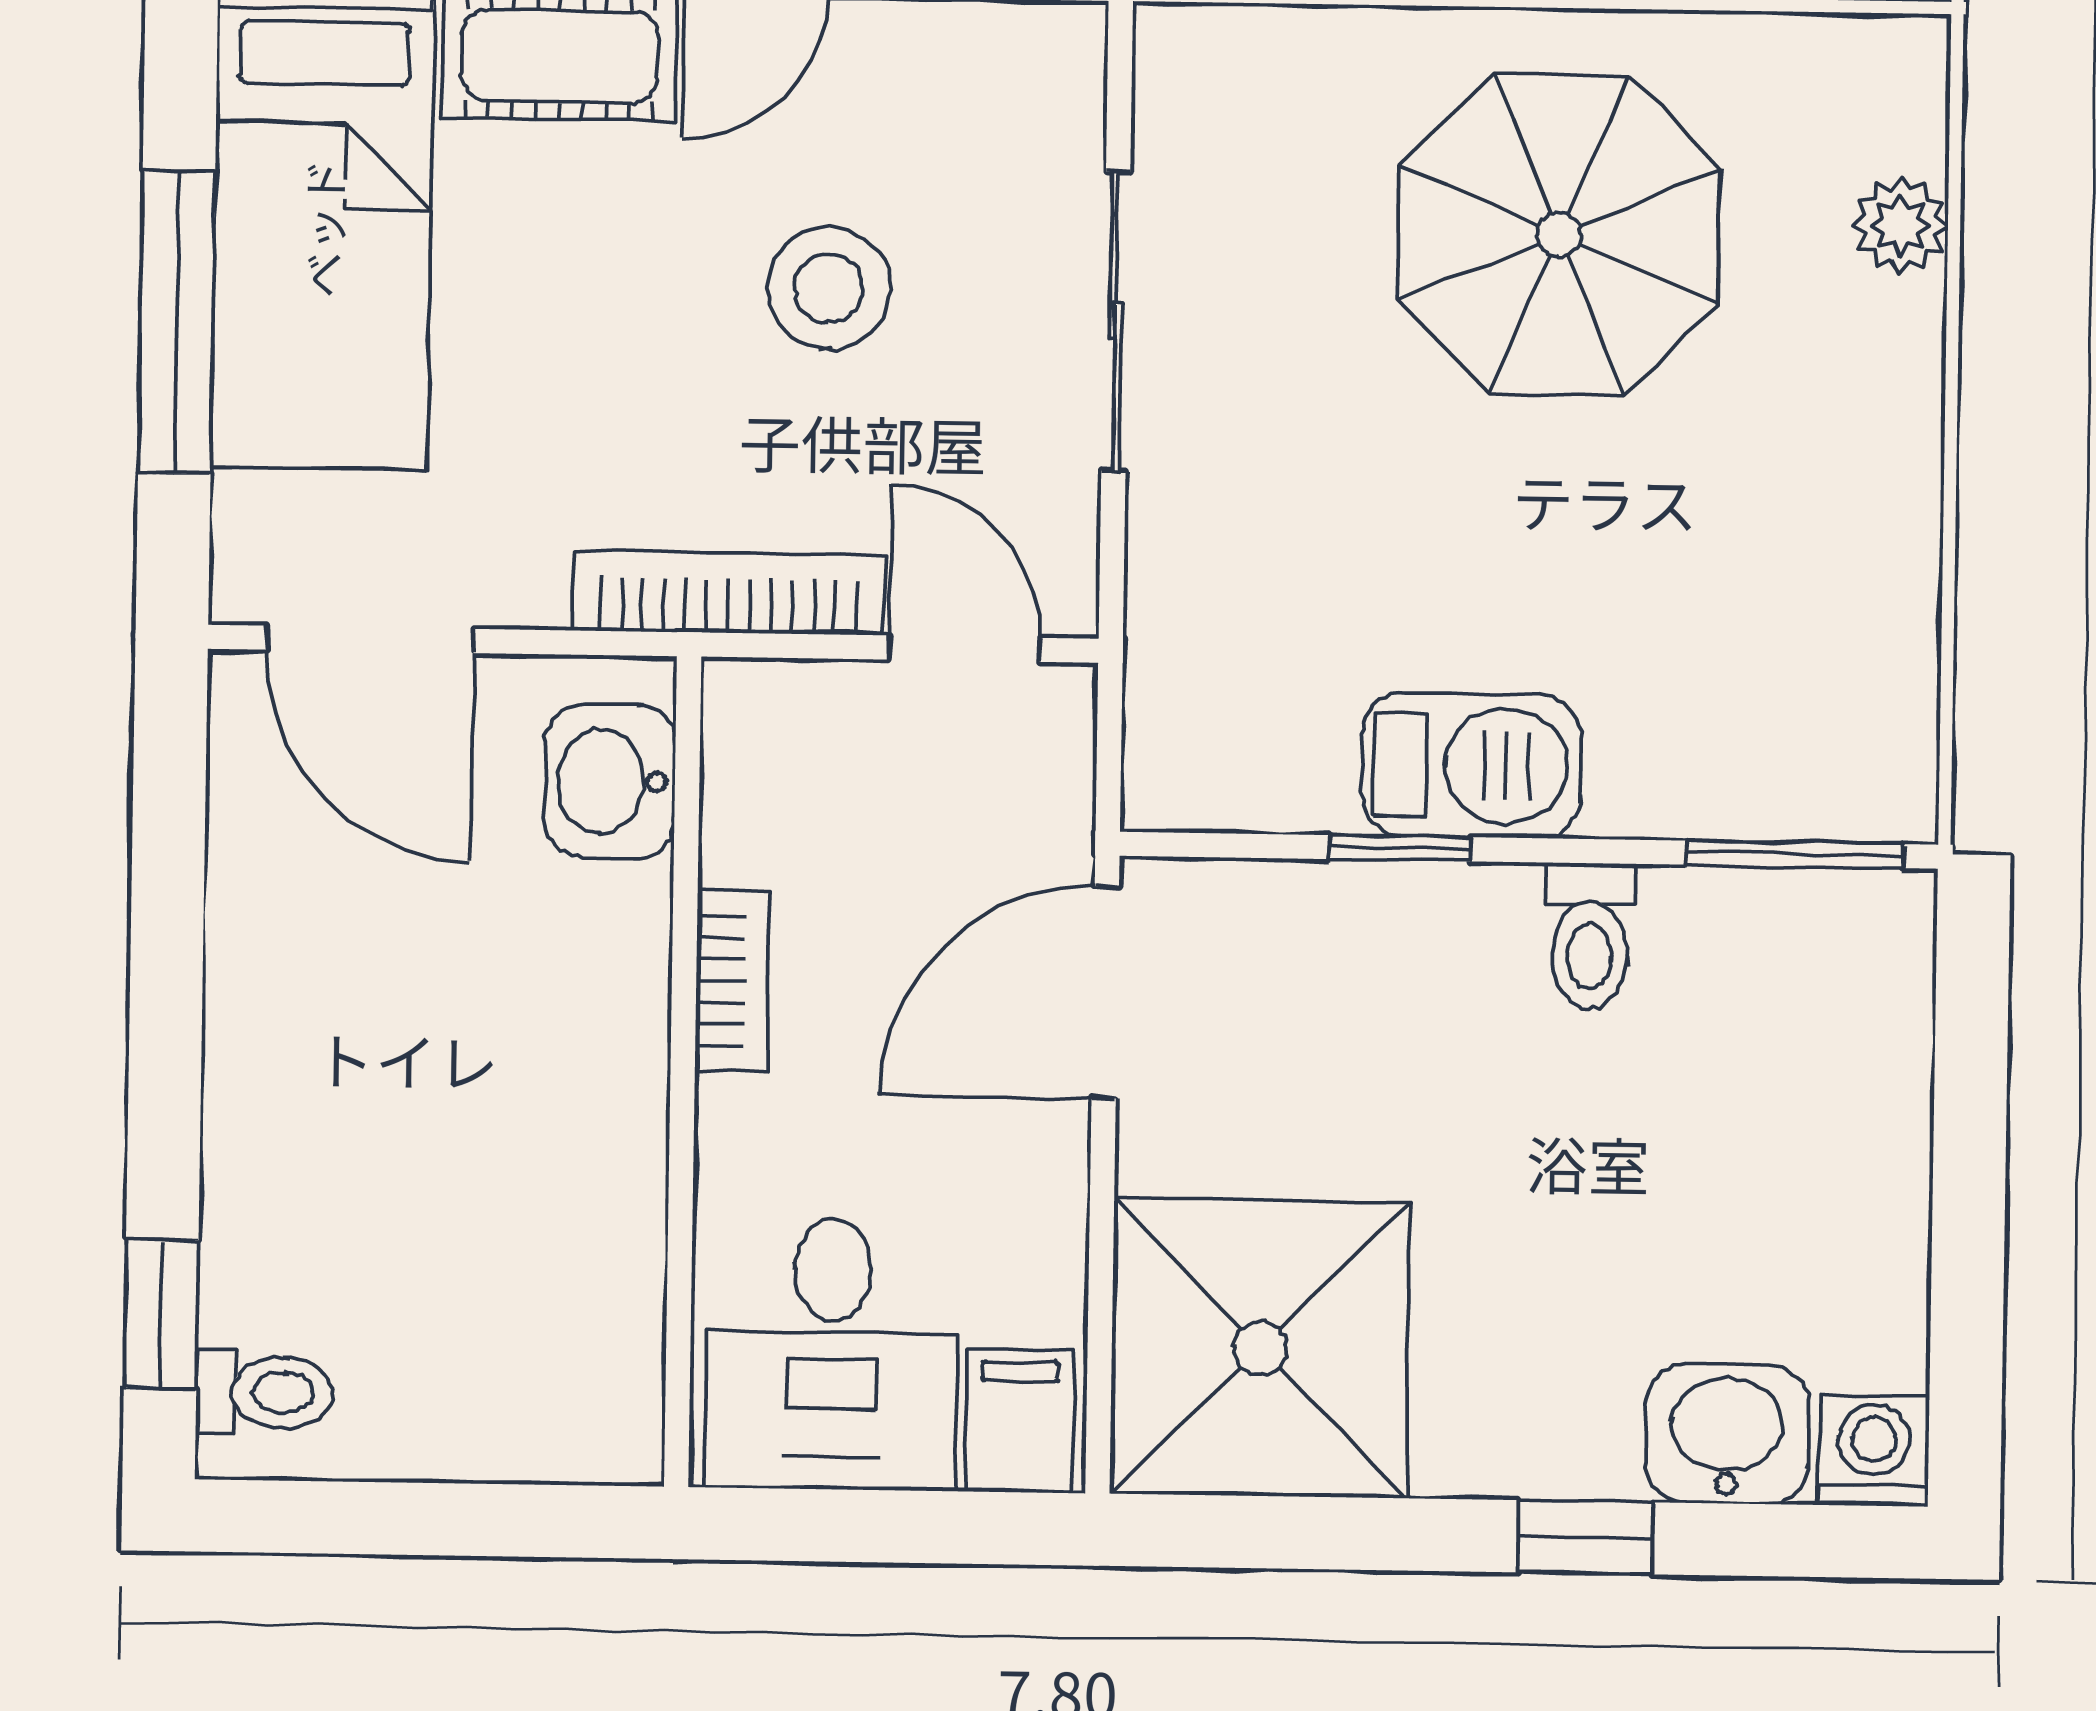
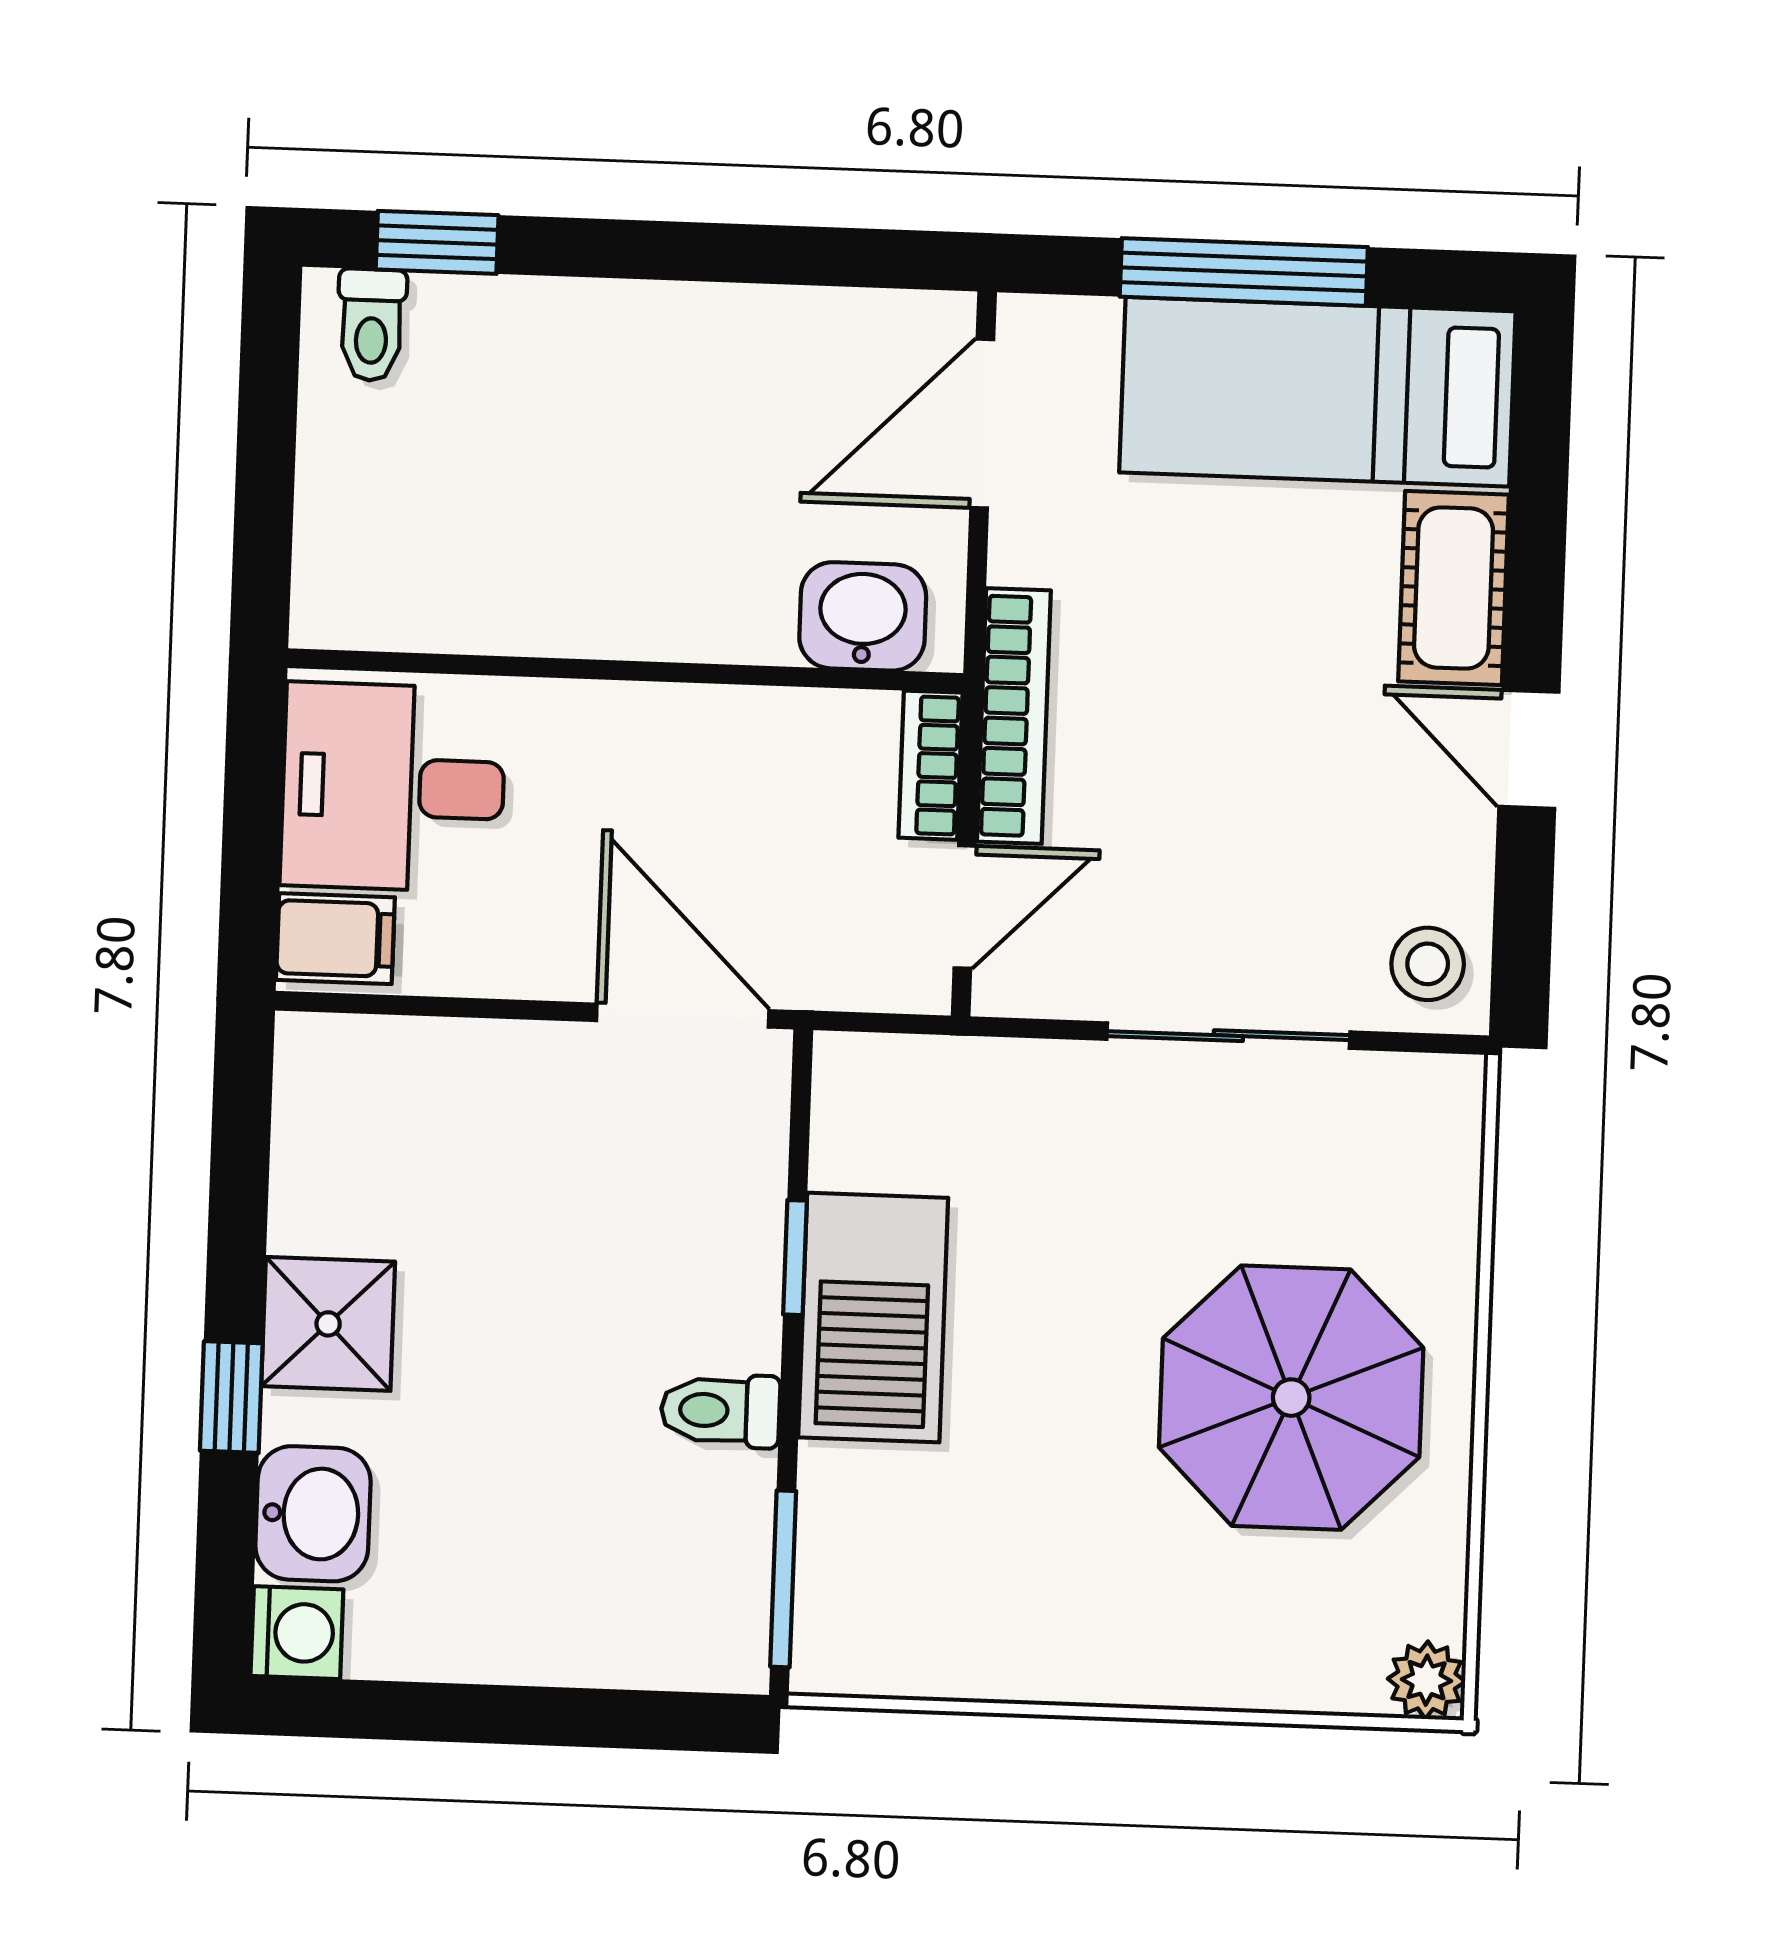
plant: (1900, 225) -> (1426, 1680), moved
stool: (829, 288) -> (1428, 964), moved, width x0.73, depth x0.73
barbecue: (1471, 765) -> (873, 1318), width x1.37, depth x1.21
bookcase: (732, 981) -> (931, 765), moved, turned 90
shower: (1260, 1348) -> (328, 1324), moved, width x0.54, depth x0.54

